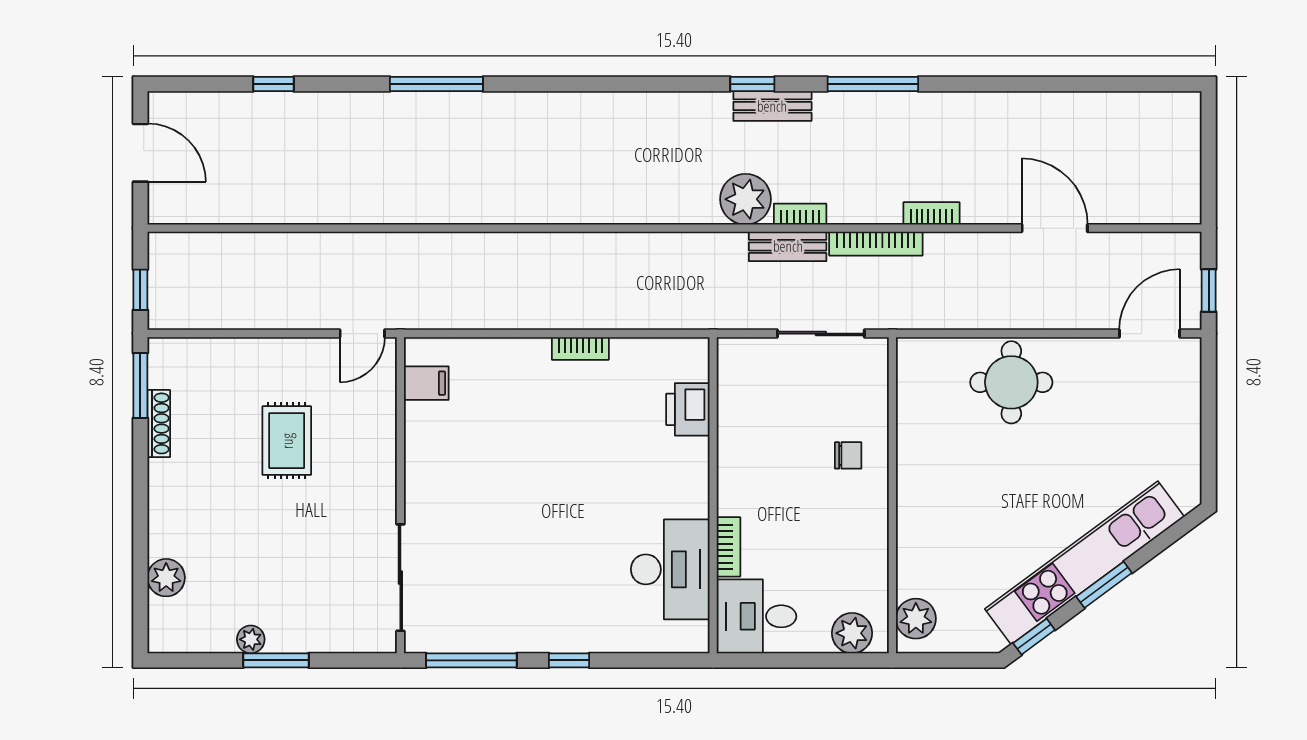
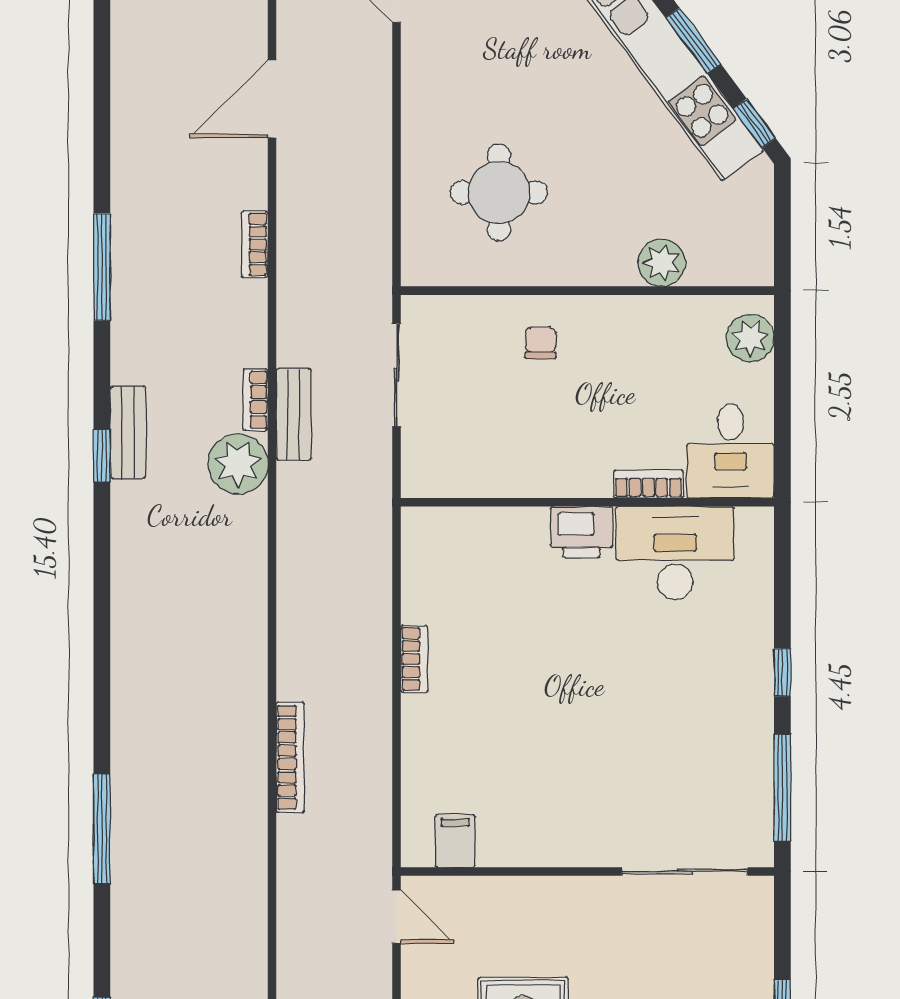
window: (873, 84) -> (102, 267), moved
bookcase: (876, 244) -> (290, 757), moved
round table: (1011, 382) -> (499, 192), moved
printer: (688, 409) -> (582, 532), moved
plant: (916, 619) -> (662, 263), moved

